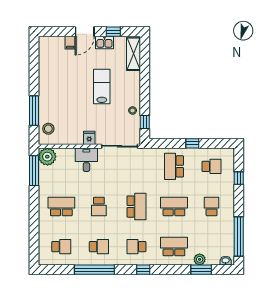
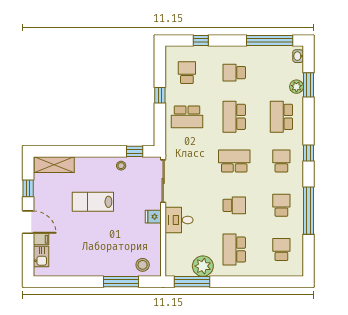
kitchen sink: (104, 43) -> (41, 256), moved
plant: (47, 157) -> (203, 266), moved
school desk: (136, 247) -> (281, 161), turned 180

